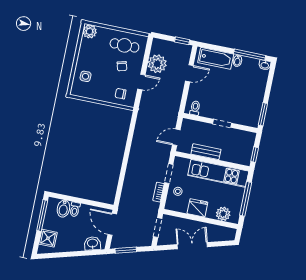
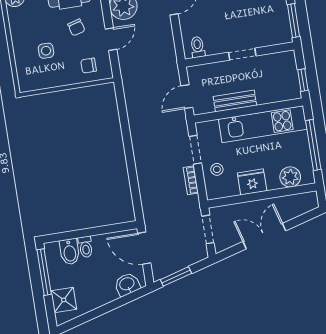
side table: (86, 76) -> (46, 51), moved

